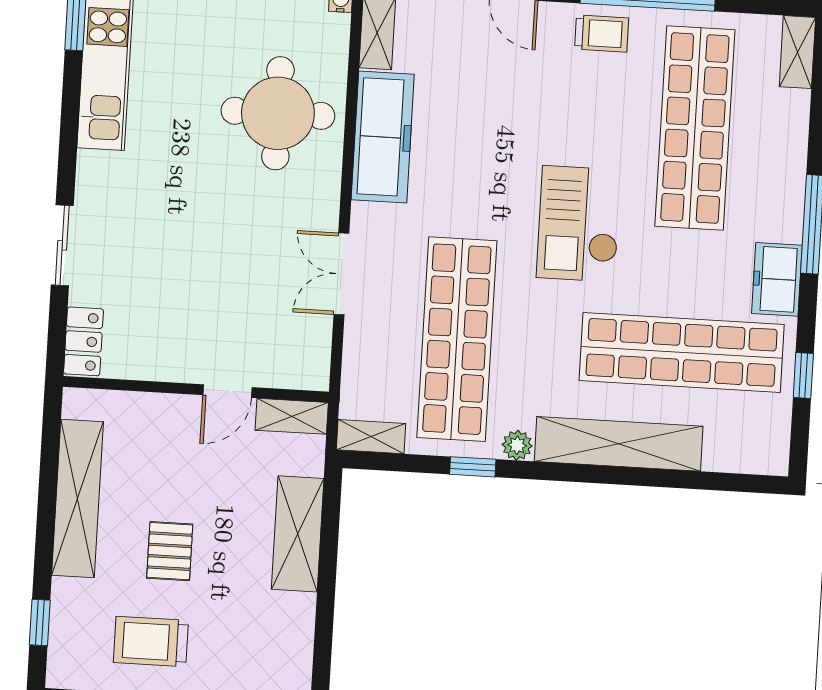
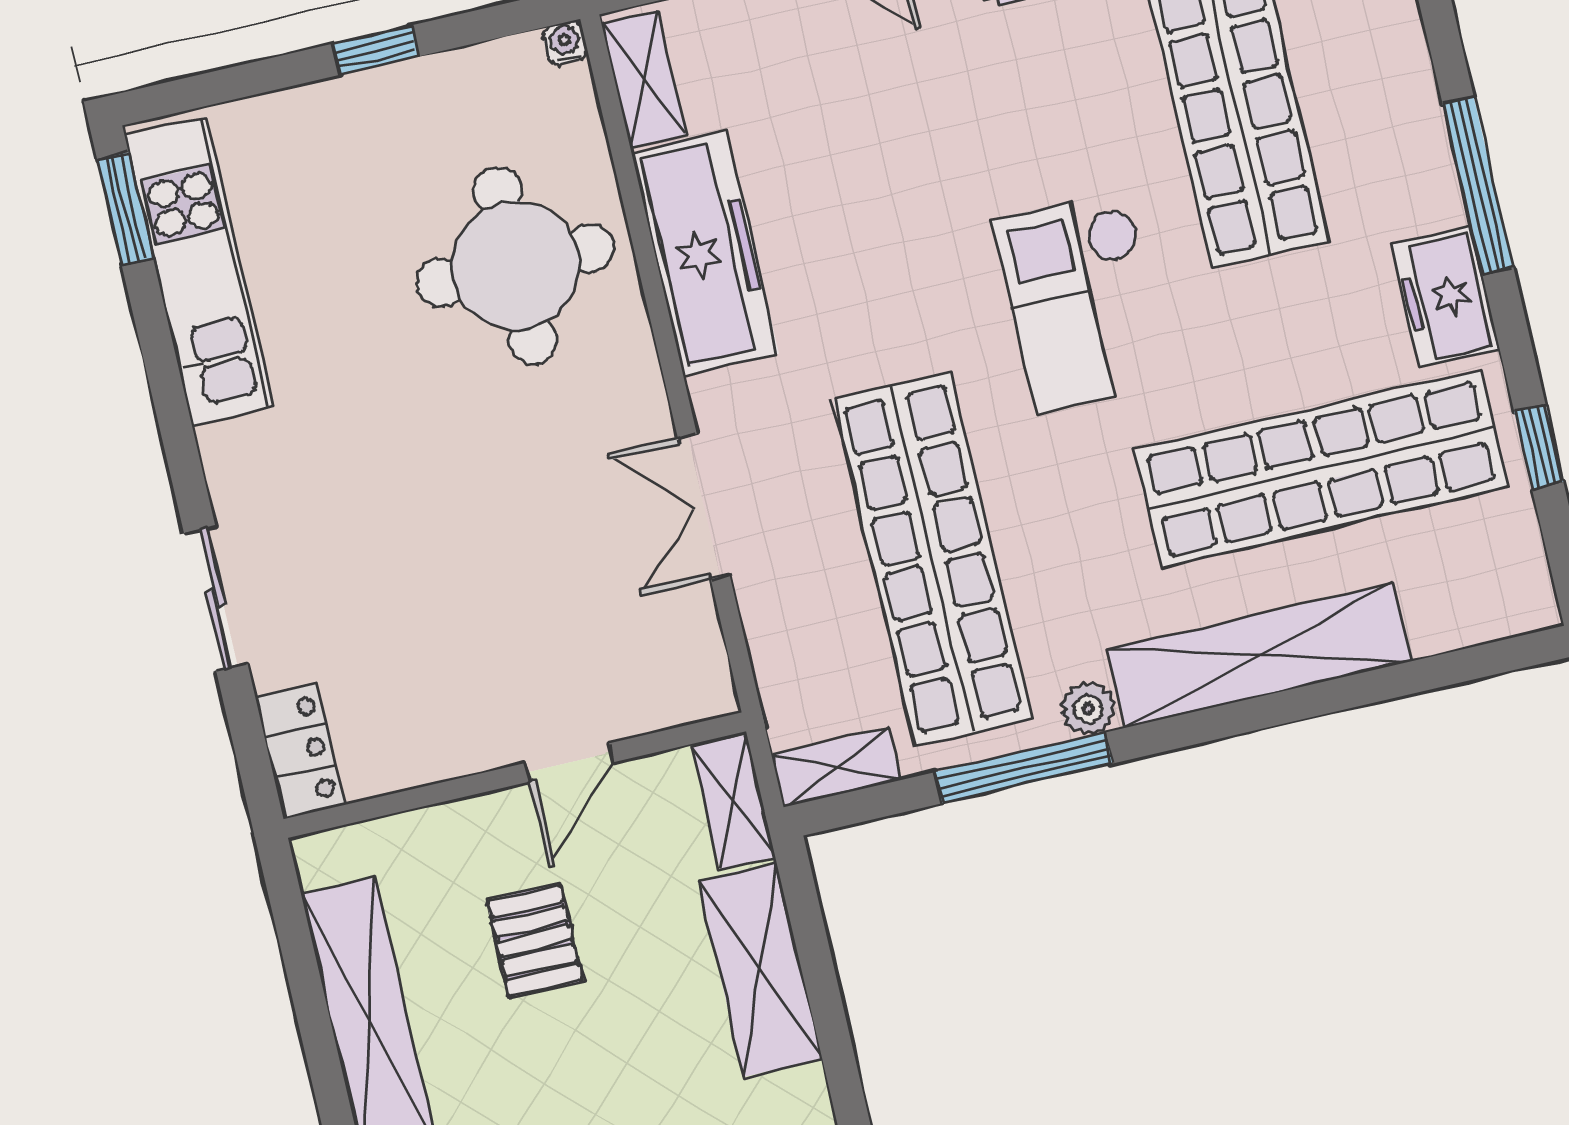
shelving: (292, 416) -> (734, 802), moved, turned 90
window: (473, 467) -> (1024, 768), width x2.17
pallet: (170, 551) -> (535, 941), moved

